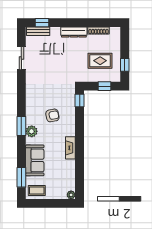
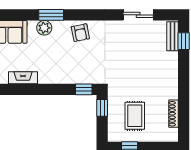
dresser: (74, 32) -> (172, 82), removed
window: (104, 86) -> (102, 108), moved
armchair: (52, 115) -> (80, 33), moved

